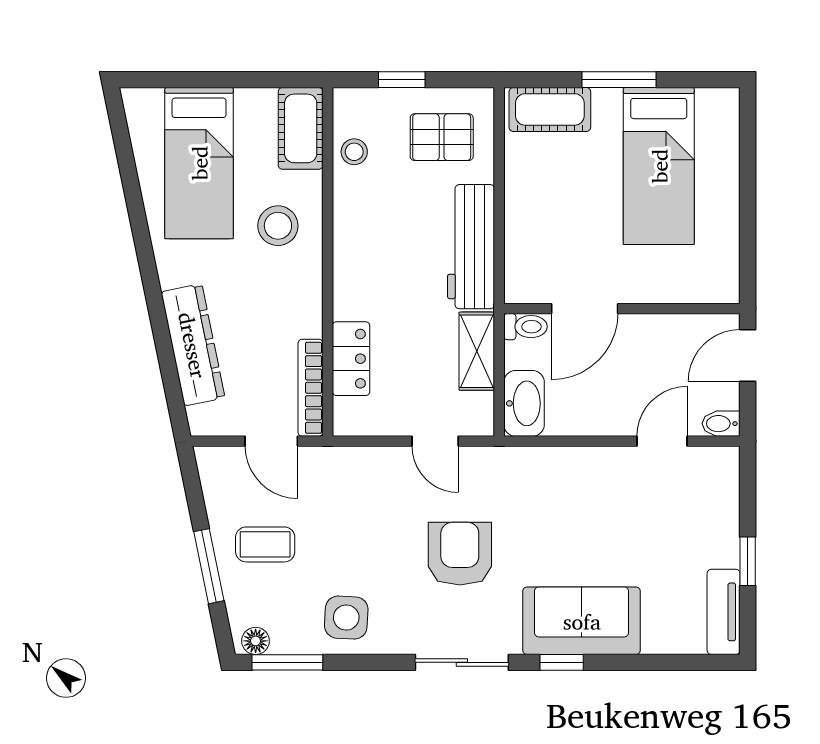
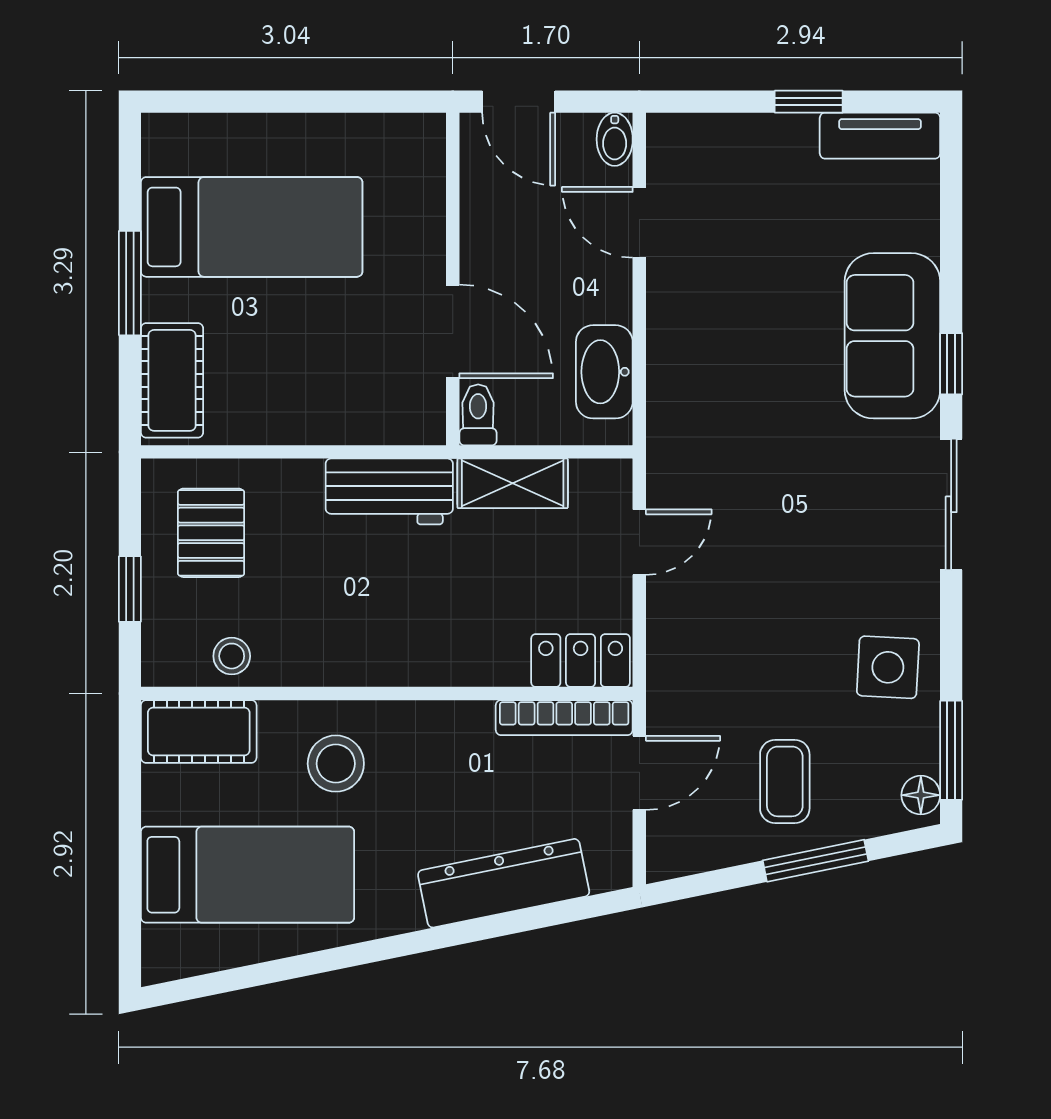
workbench: (471, 247) -> (389, 491), width x0.73
locker: (351, 359) -> (581, 661), moved
washbasin: (524, 403) -> (604, 372), moved, turned -90
armchair: (460, 554) -> (798, 507), removed

